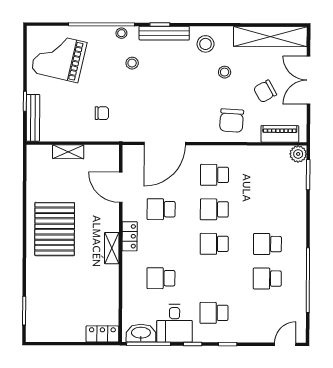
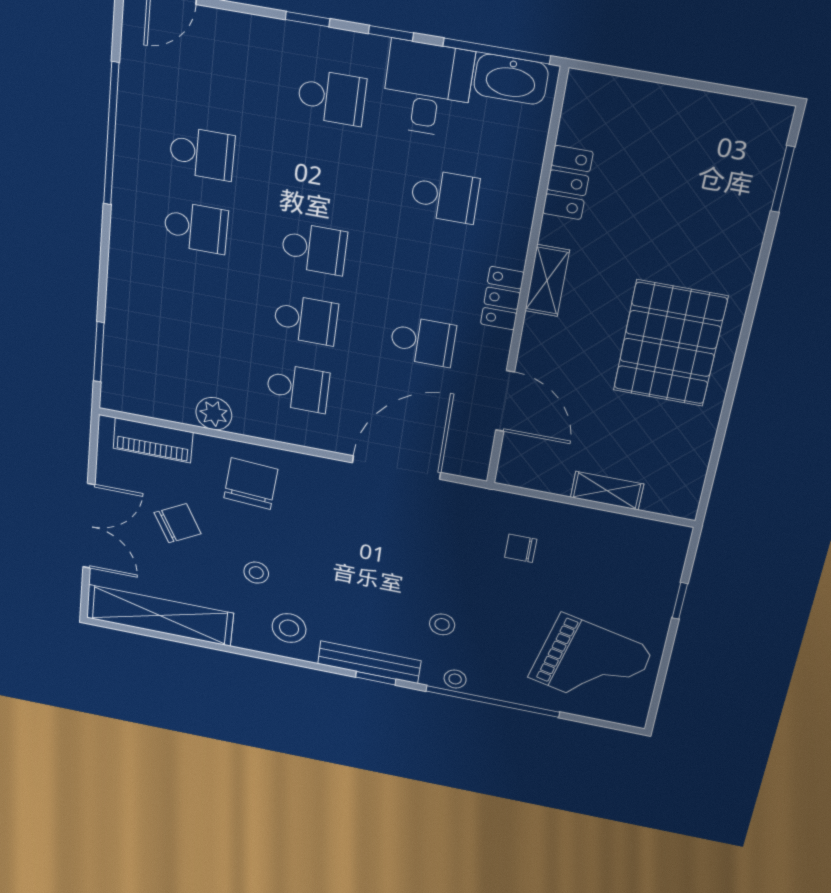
bench: (33, 118) -> (669, 568), removed
plant: (298, 154) -> (214, 414), moved
locker: (102, 334) -> (568, 183), moved, turned -90

